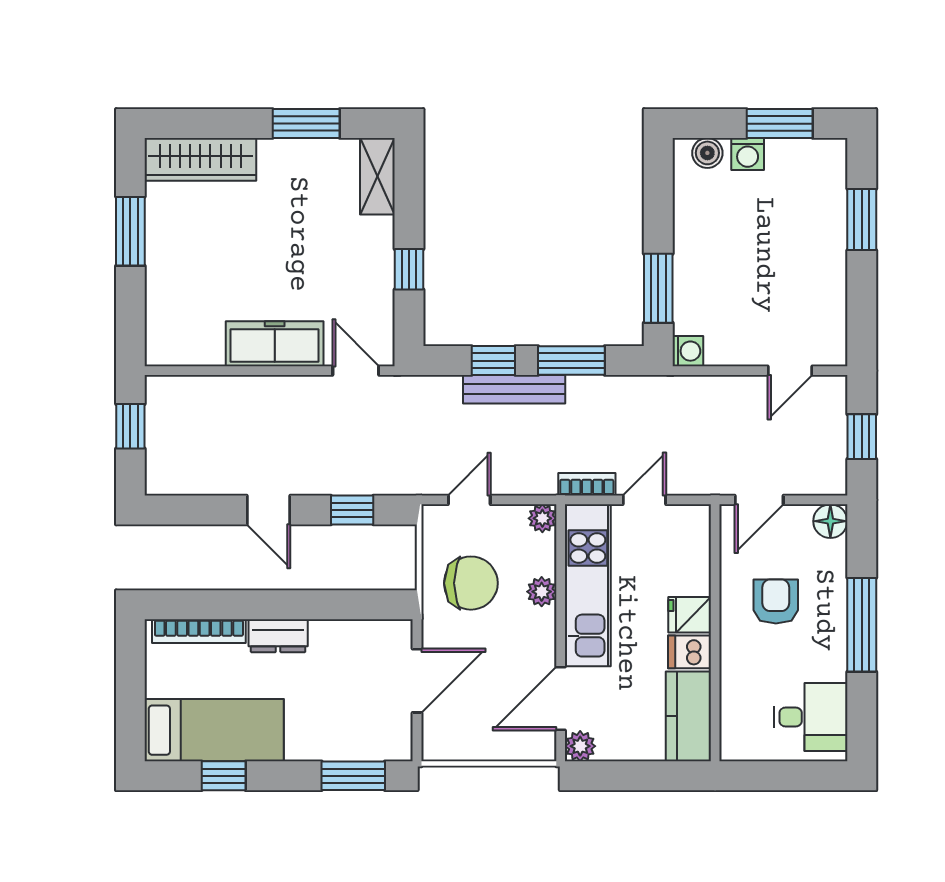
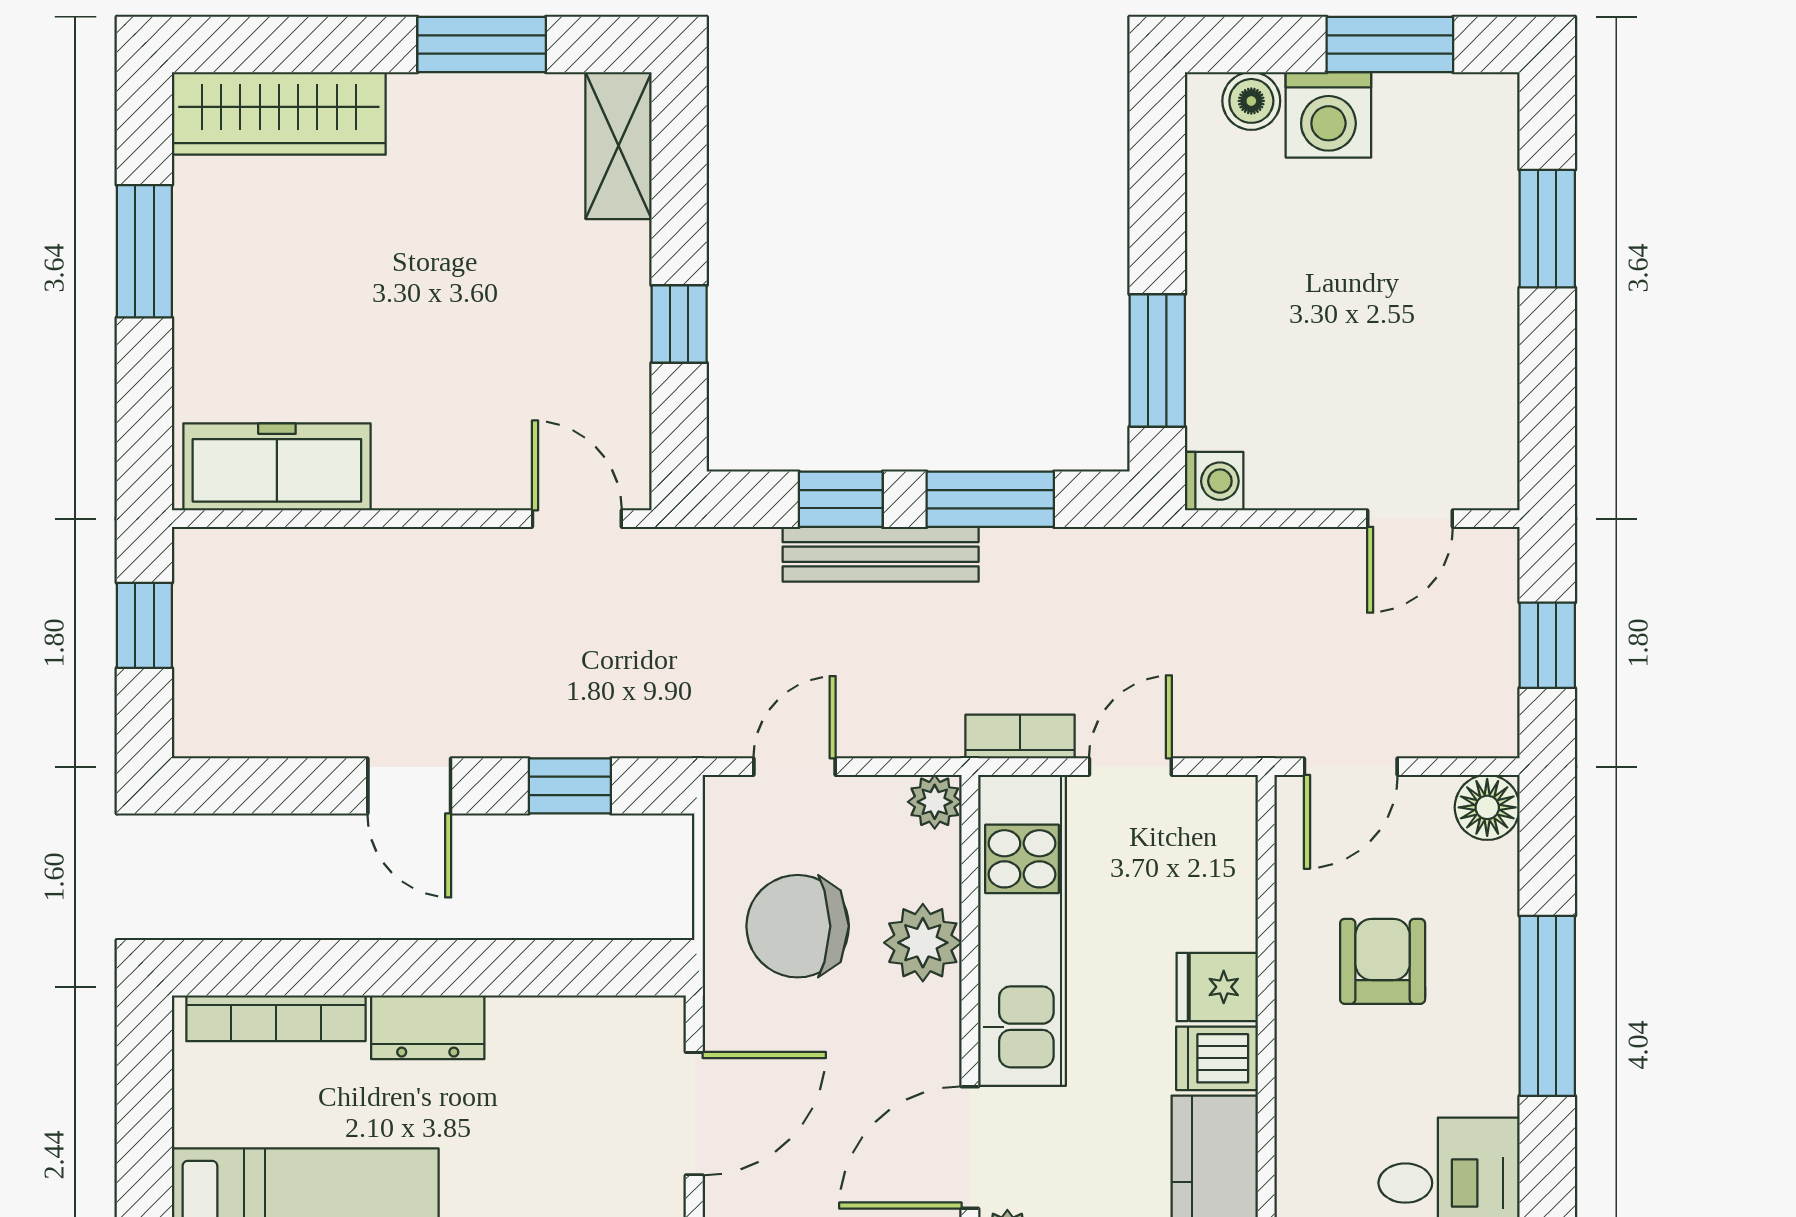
washing machine: (748, 154) -> (1328, 115), width x1.38, depth x1.38
freezer: (275, 344) -> (277, 467), moved
chair: (471, 583) -> (798, 926), turned 180
plant: (542, 592) -> (923, 943), width x1.38, depth x1.38

